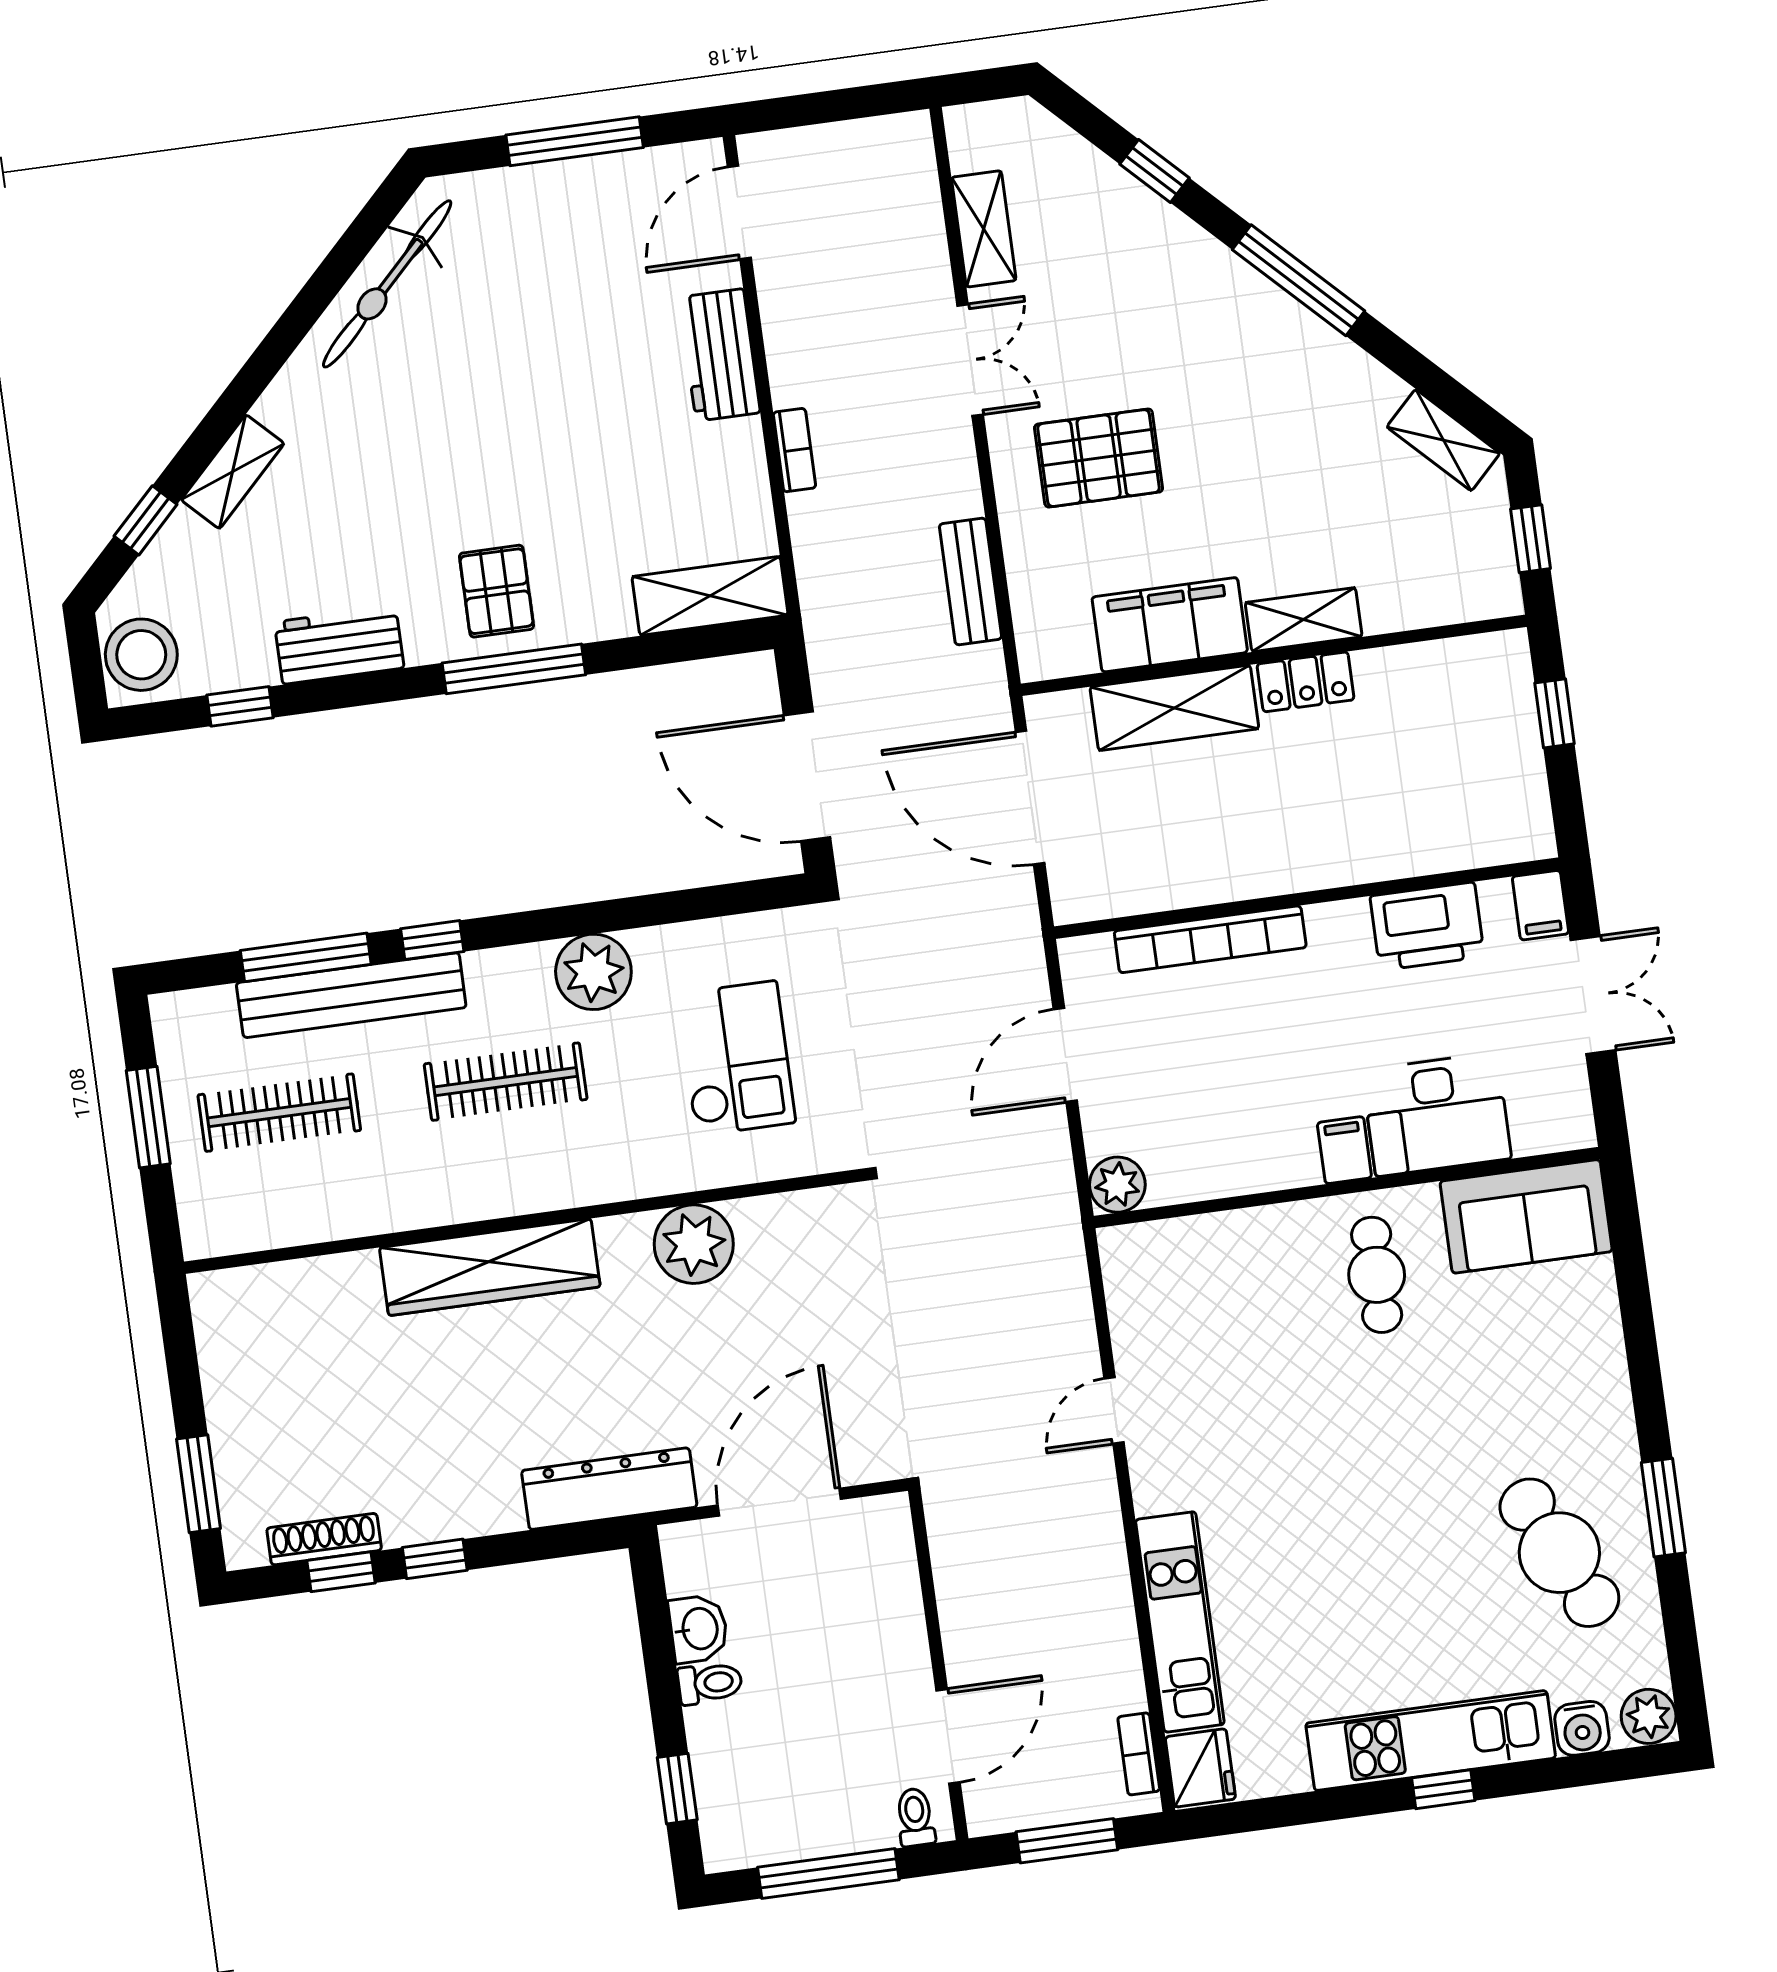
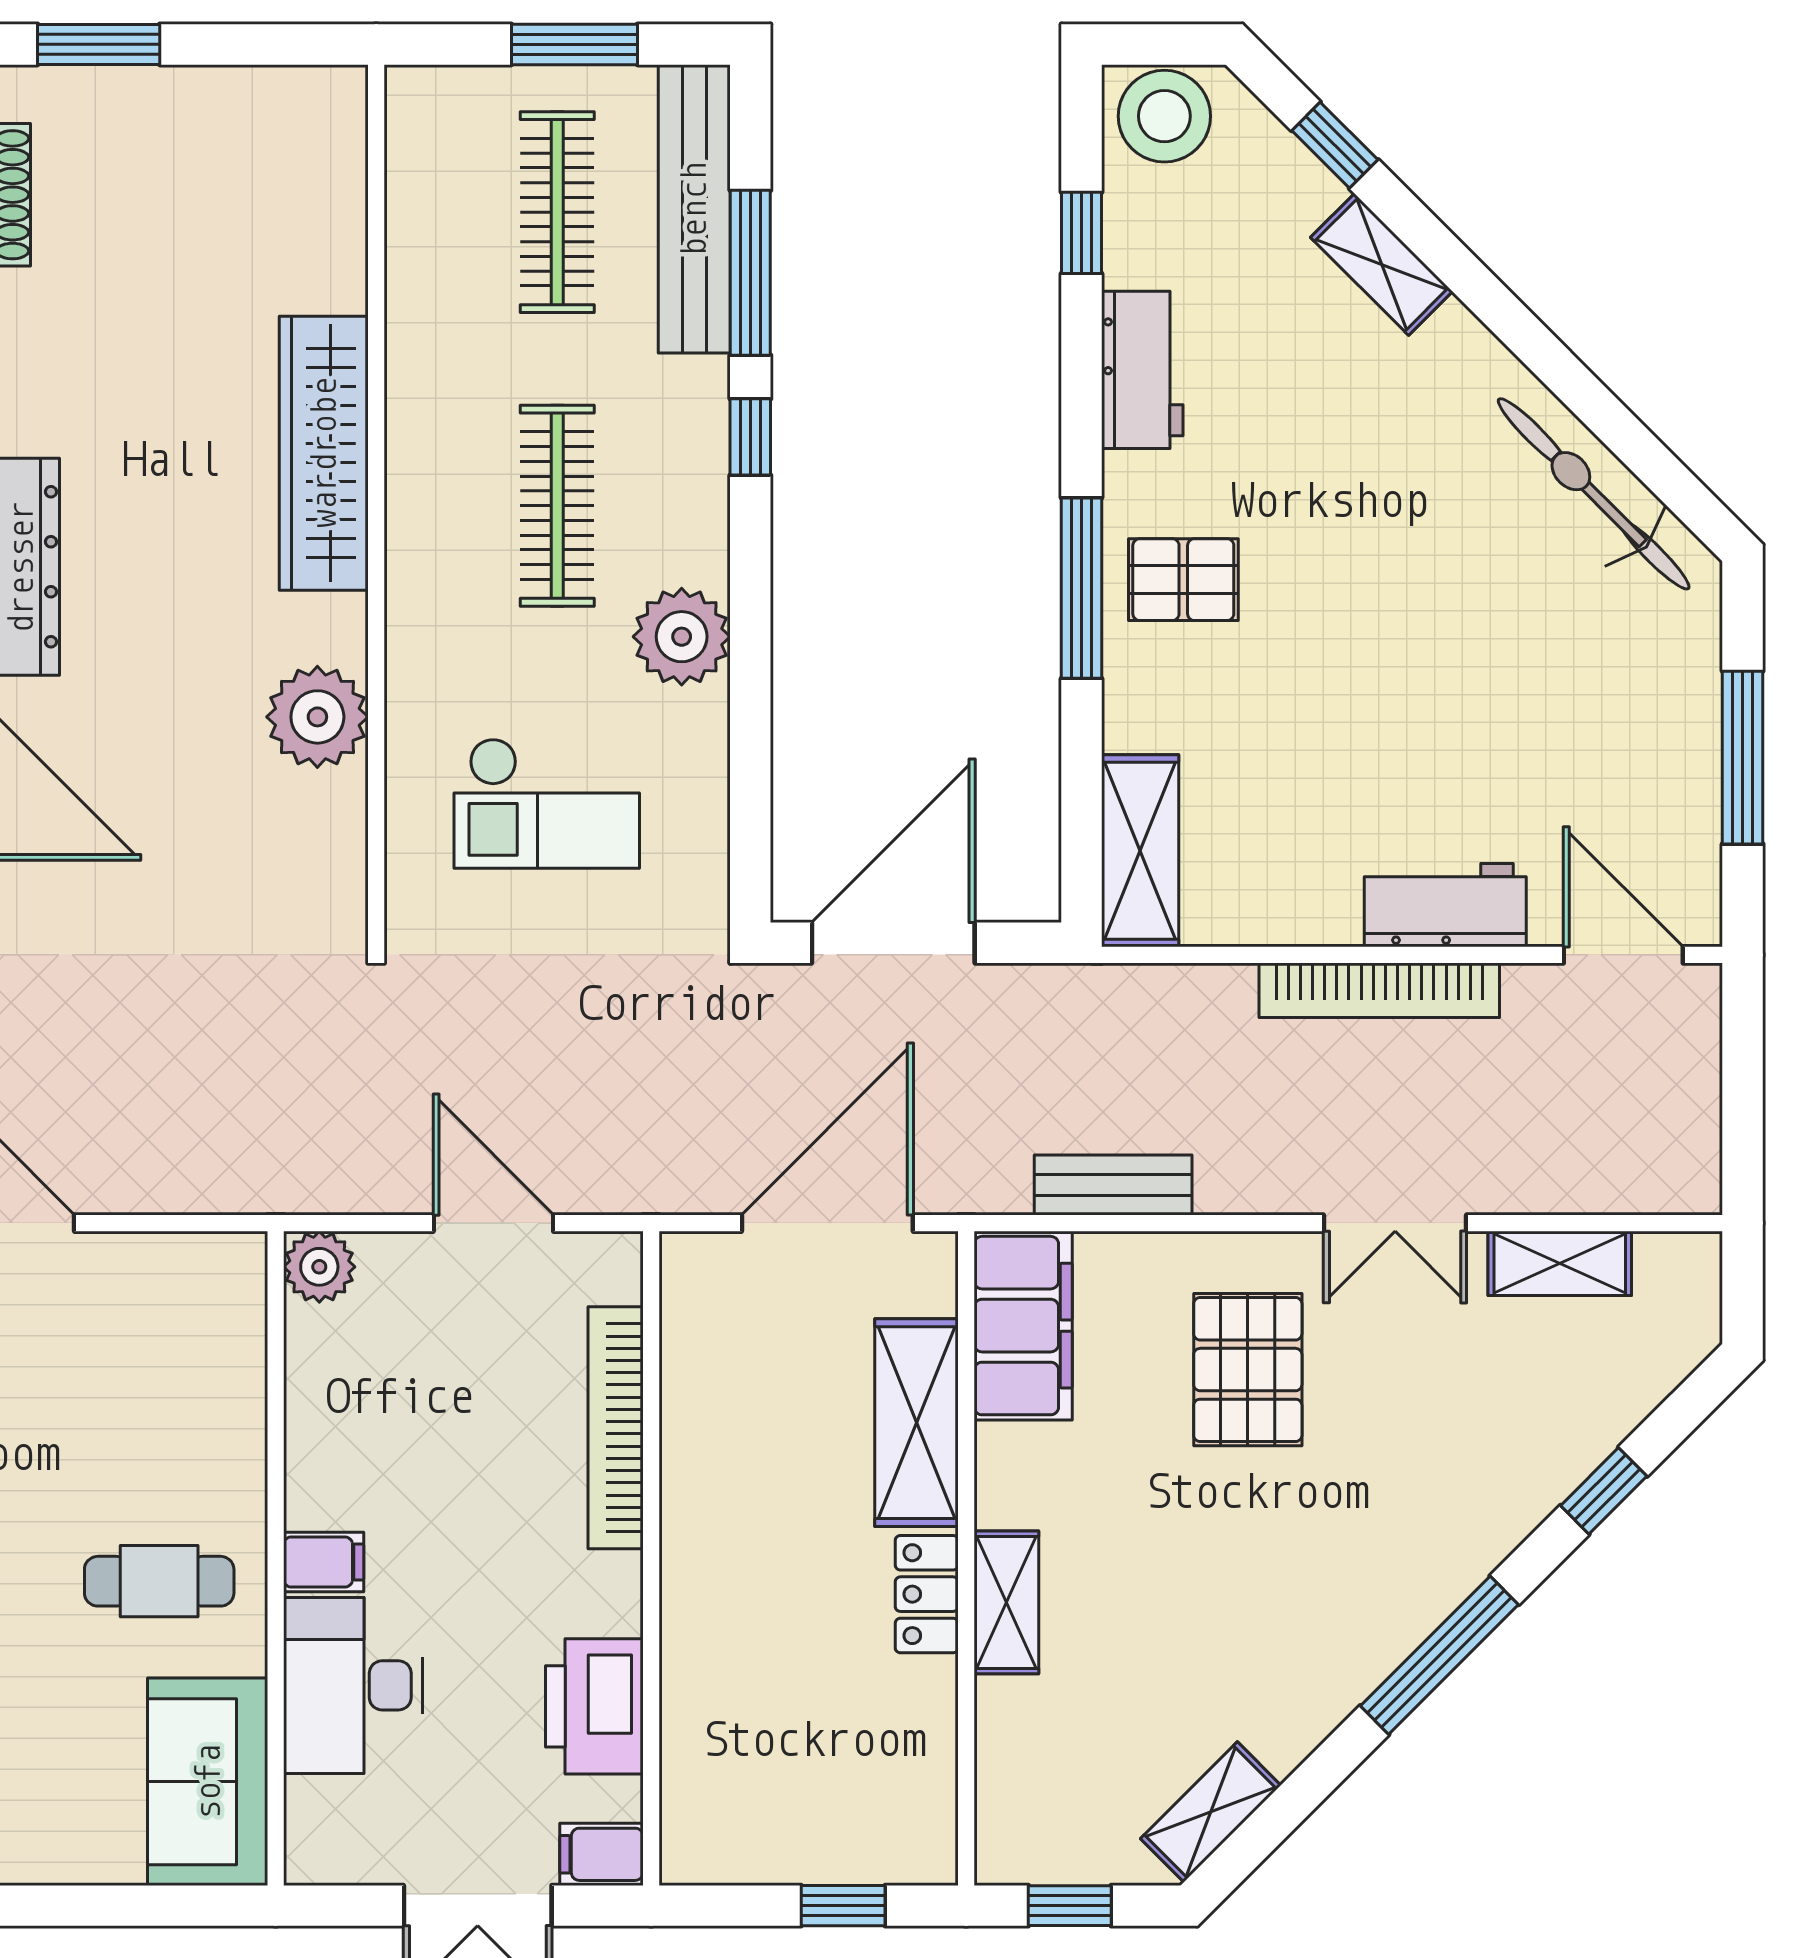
bookcase: (794, 450) -> (1379, 990), width x2.31, depth x1.31
filing cabinet: (1170, 625) -> (1023, 1326), moved
bench: (351, 995) -> (694, 209), moved

